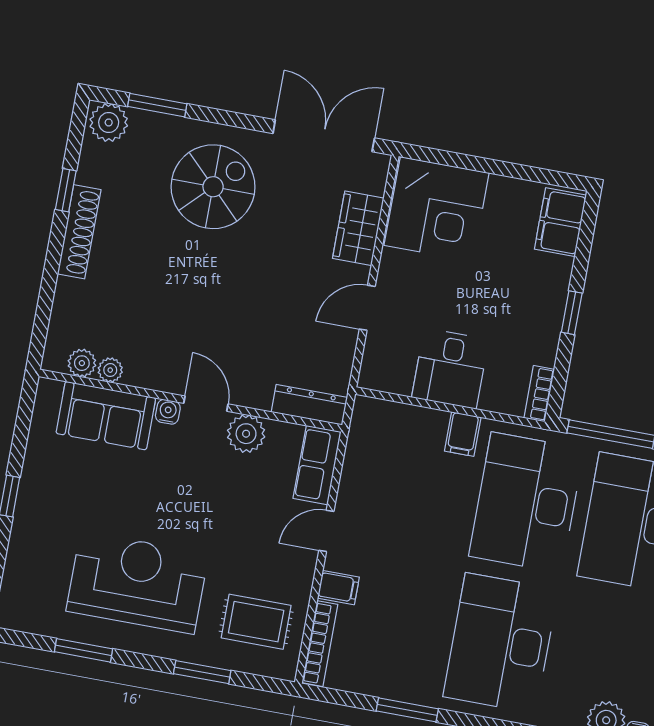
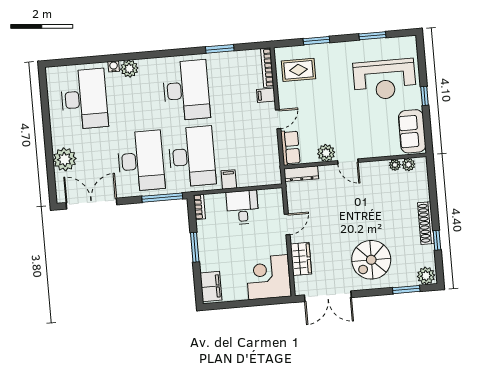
window: (572, 313) -> (195, 247), width x1.50
water cooler: (168, 412) -> (364, 153), removed
sofa: (106, 416) -> (412, 131), moved, turned -90
reception desk: (137, 583) -> (385, 80), moved

